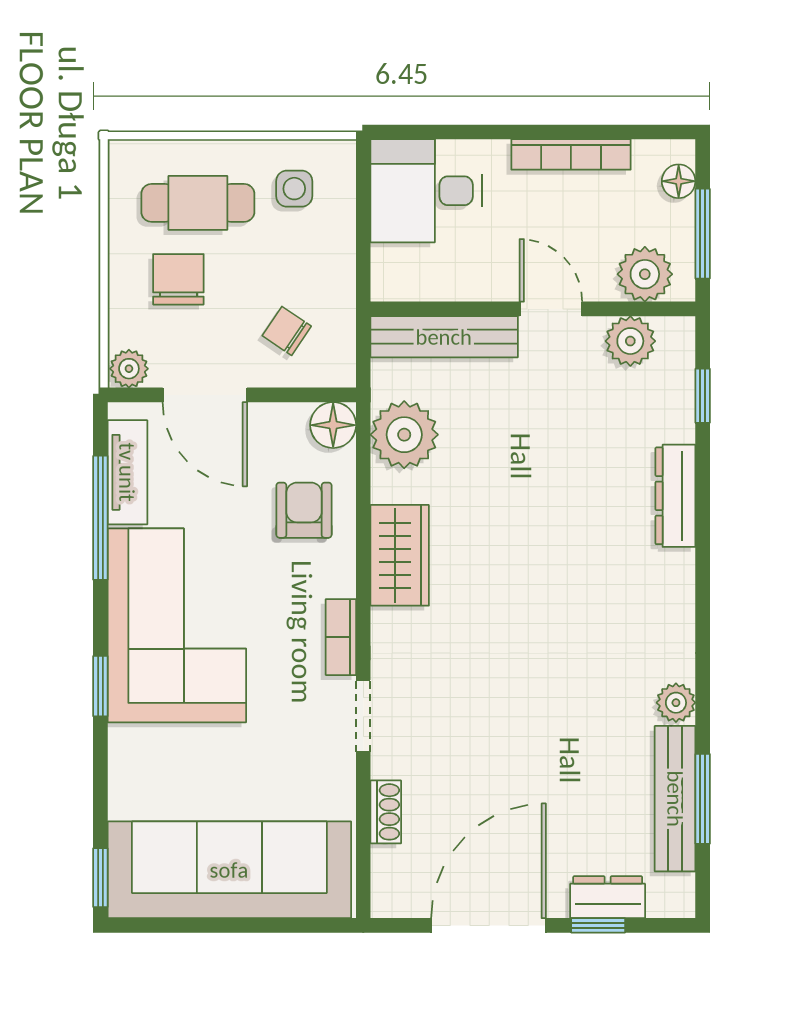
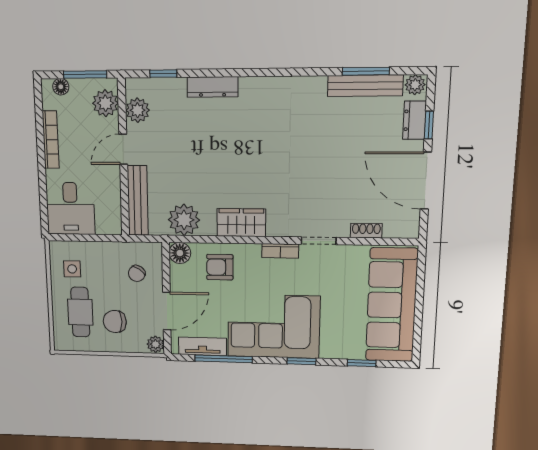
plant: (676, 703) -> (415, 85), moved
window: (100, 878) -> (362, 363), moved

